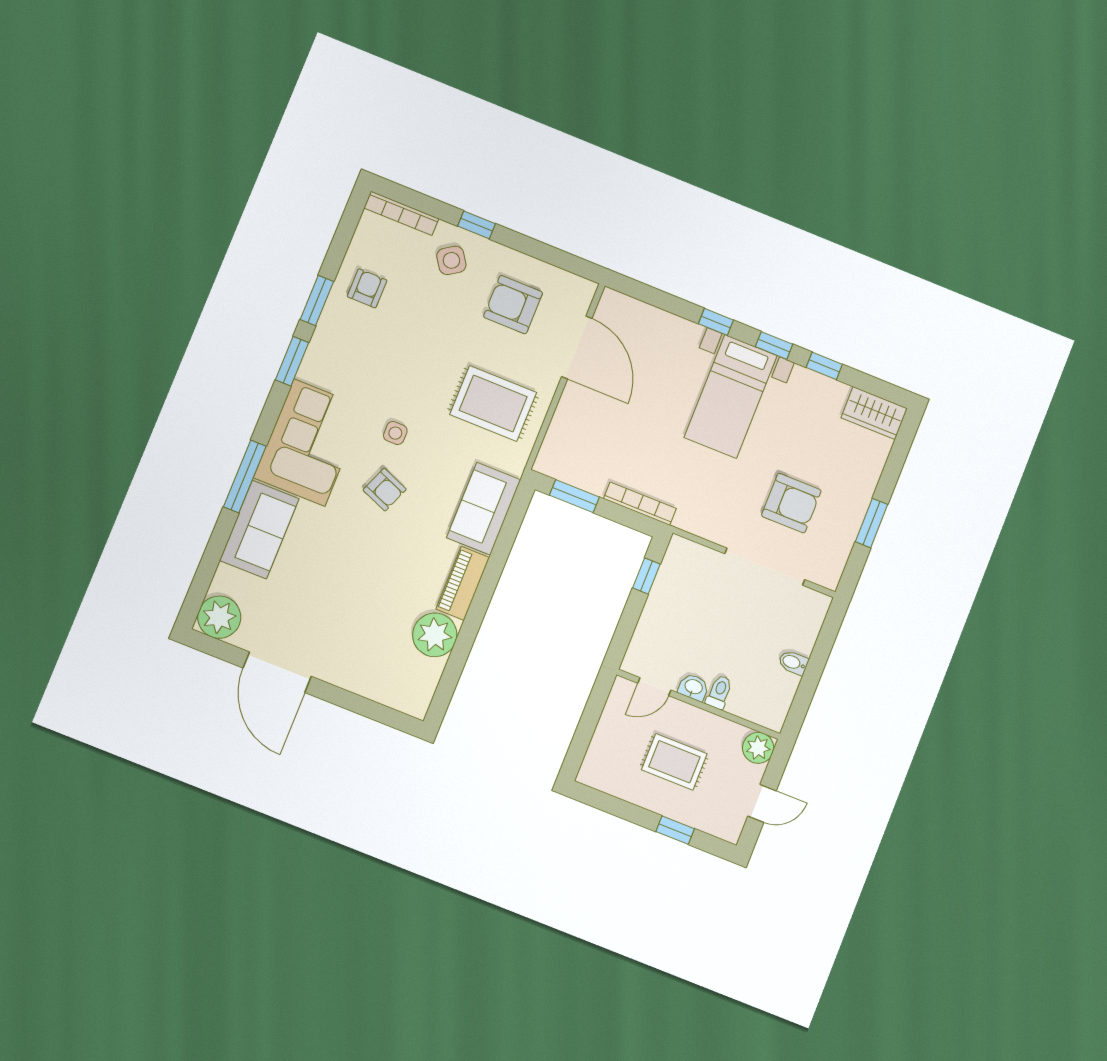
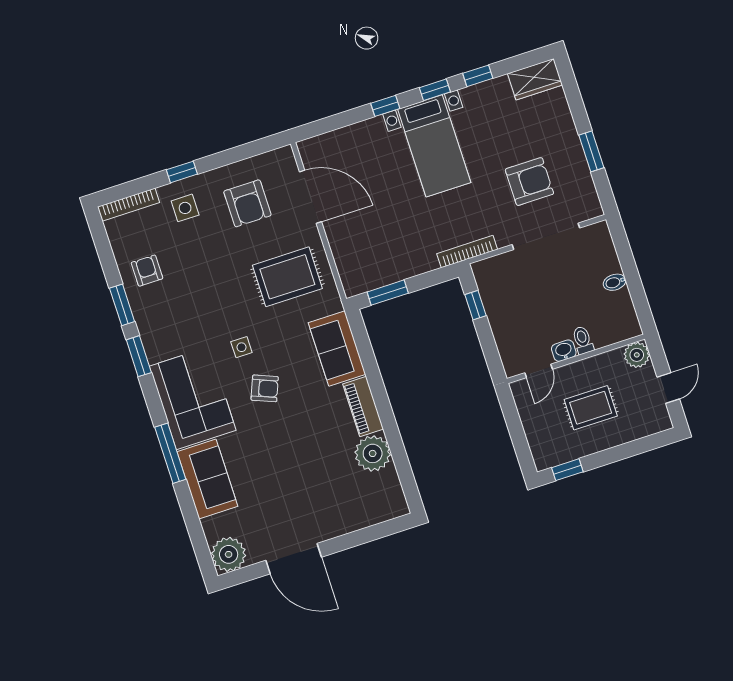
side table: (451, 260) -> (185, 208), turned 34
armchair: (513, 305) -> (247, 203), turned -90
bookcase: (640, 504) -> (467, 252), moved
window: (675, 830) -> (567, 470), moved

